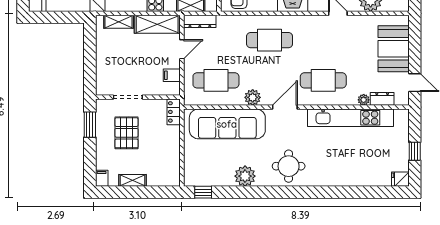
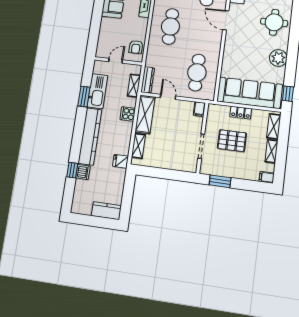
filing cabinet: (172, 75) -> (199, 109), moved
plant: (253, 97) -> (215, 45), removed
locker: (174, 112) -> (241, 113), moved
sofa: (227, 124) -> (250, 93), moved, turned -90
pallet: (127, 133) -> (232, 141), moved
shelving: (162, 180) -> (274, 126), added

